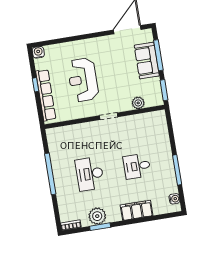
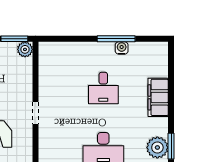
plant: (138, 103) -> (25, 49), moved
water cooler: (174, 199) -> (122, 48), moved

